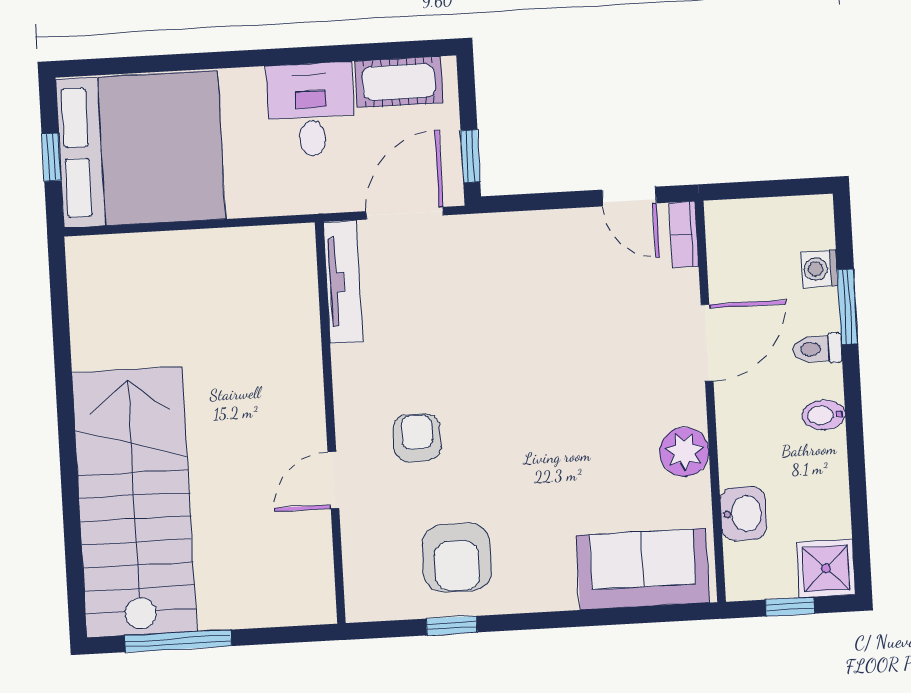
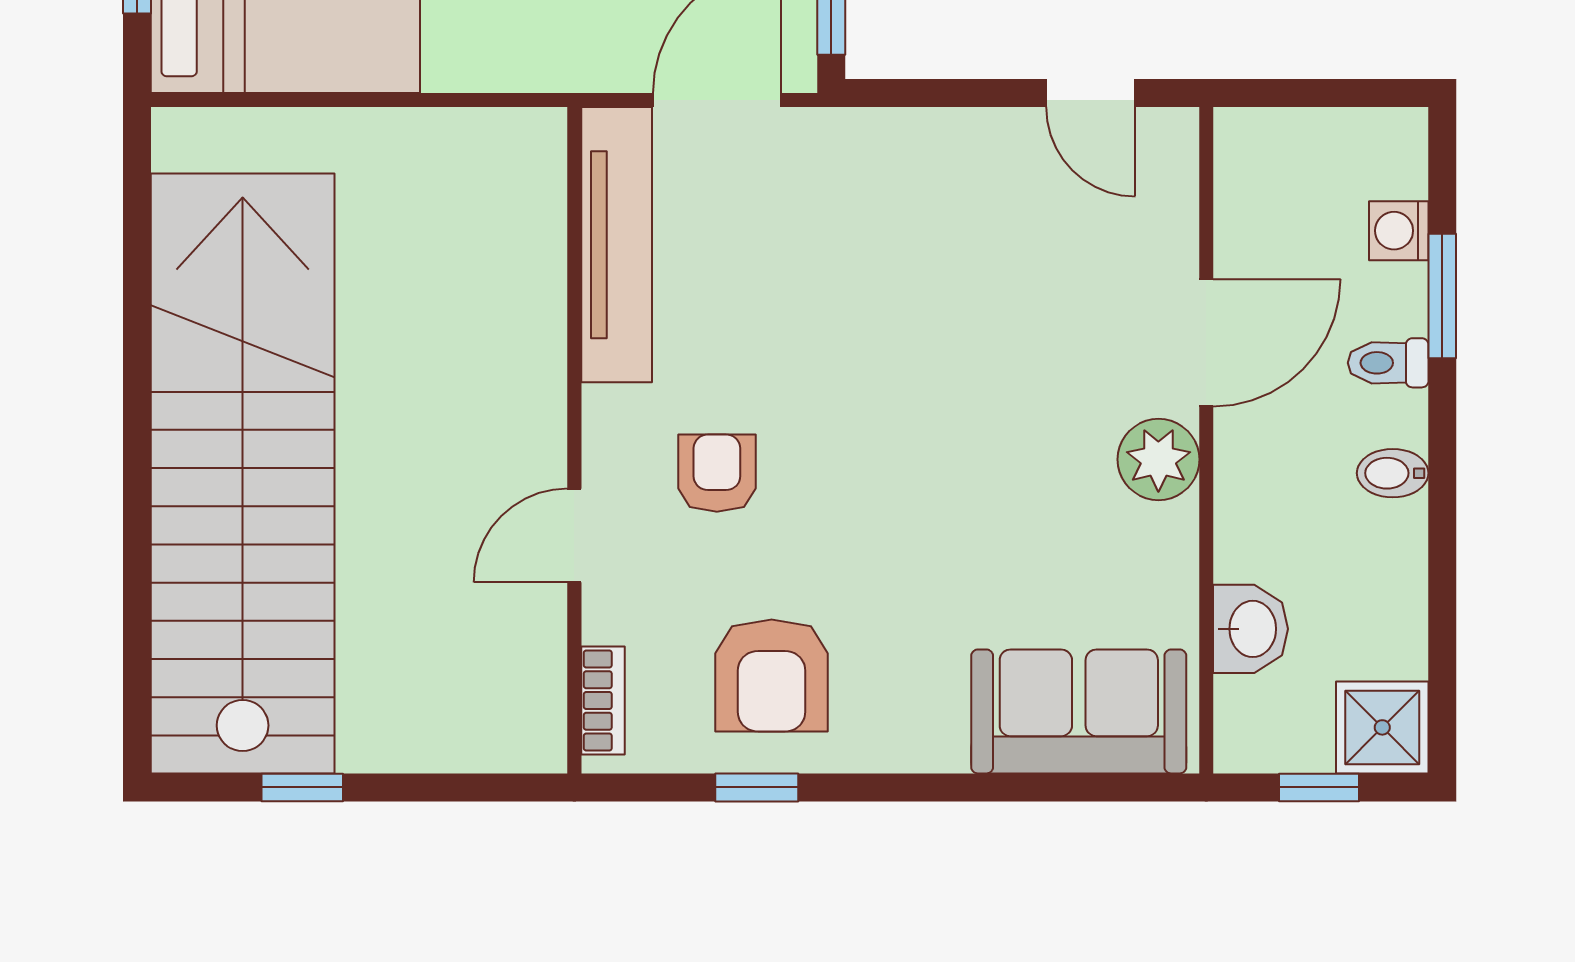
bookcase: (684, 234) -> (603, 701), moved, turned 180
tv unit: (343, 282) -> (617, 245), width x1.36, depth x1.29
plant: (684, 452) -> (1158, 459), moved
stairs: (134, 502) -> (243, 473), width x1.36
window: (178, 641) -> (302, 787), width x0.46

